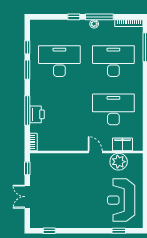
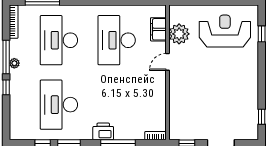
printer: (37, 114) -> (103, 131), moved
reception desk: (121, 200) -> (225, 31), turned 180

